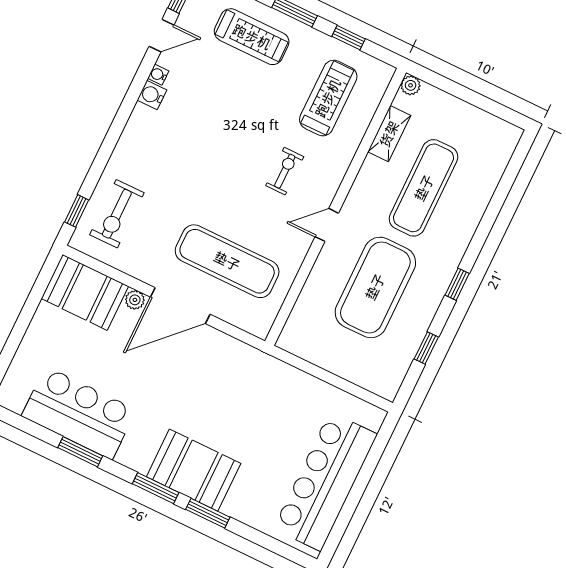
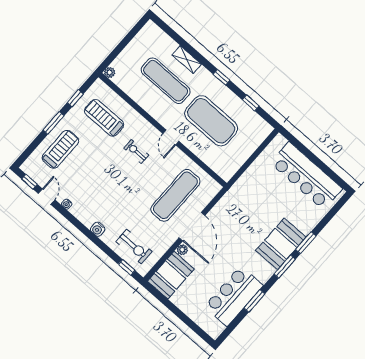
water cooler: (152, 95) -> (98, 229), moved
shelving: (389, 134) -> (187, 59), moved

